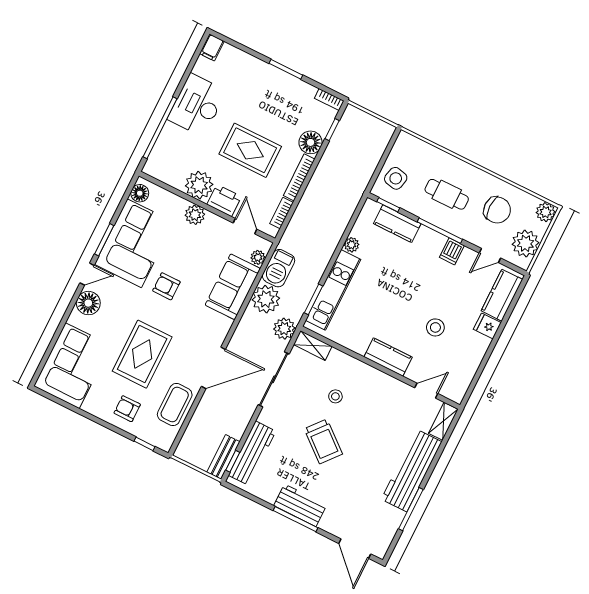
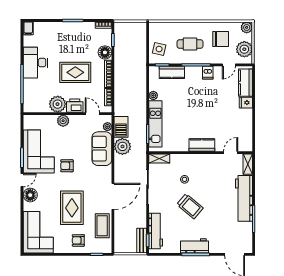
floor lamp: (140, 193) -> (28, 124), removed
stool: (435, 327) -> (219, 117), removed
plant: (284, 329) -> (140, 157), removed

